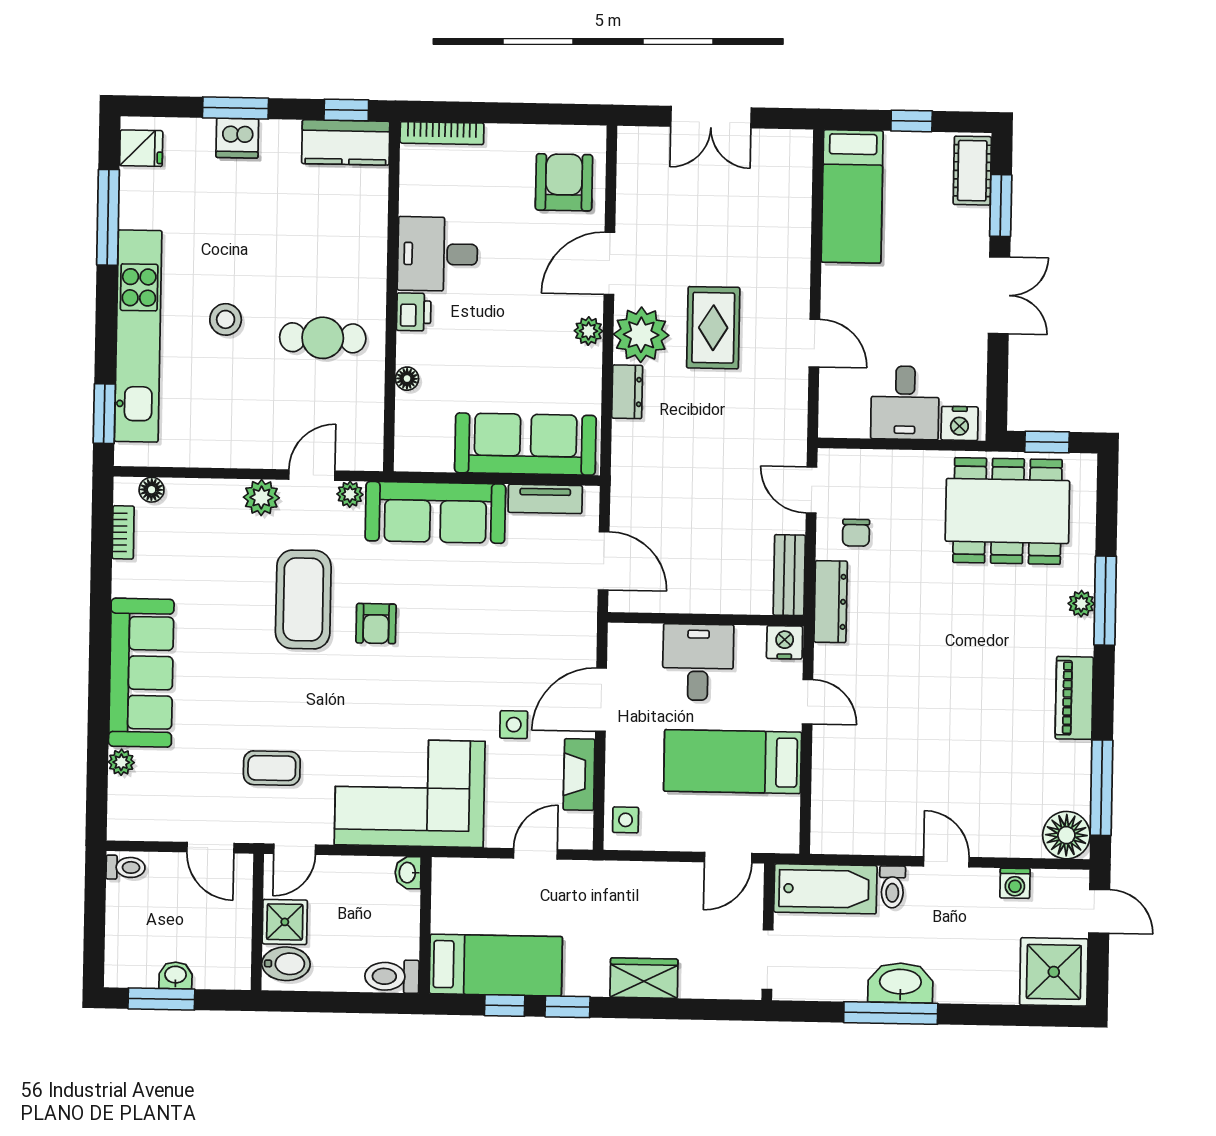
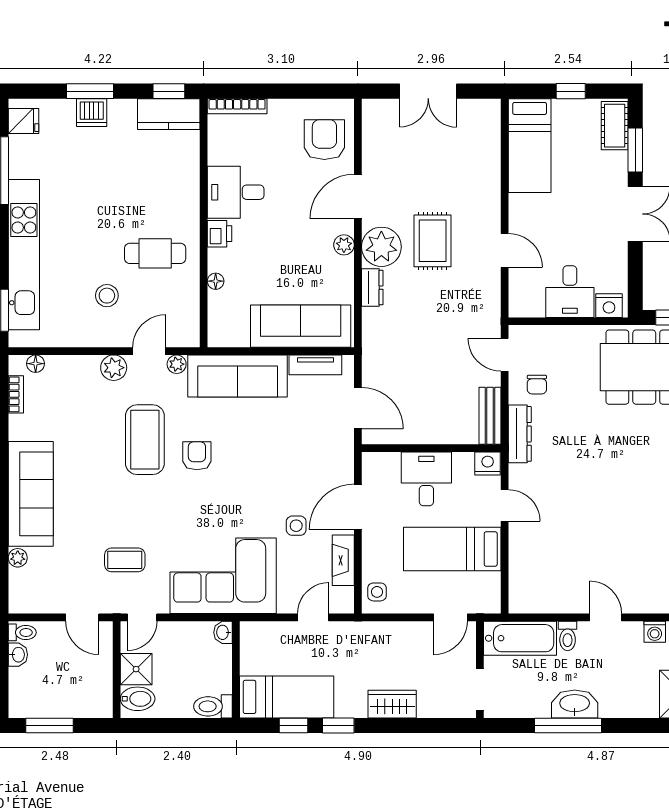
stool: (226, 319) -> (107, 296), moved
armchair: (376, 624) -> (197, 456), turned 180
washbasin: (176, 975) -> (18, 655), moved, turned 90

